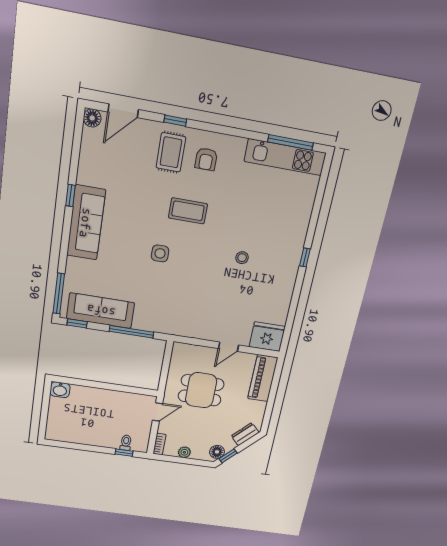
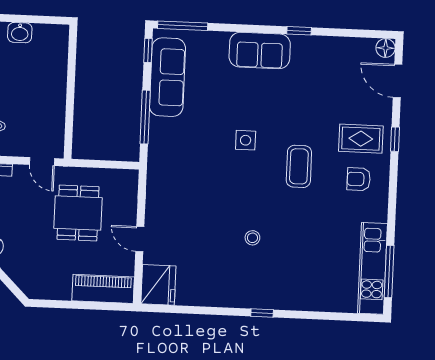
sofa: (86, 223) -> (260, 50), width x0.73
washbasin: (60, 390) -> (20, 33), moved, turned -90
dresser: (245, 434) -> (23, 279), removed

